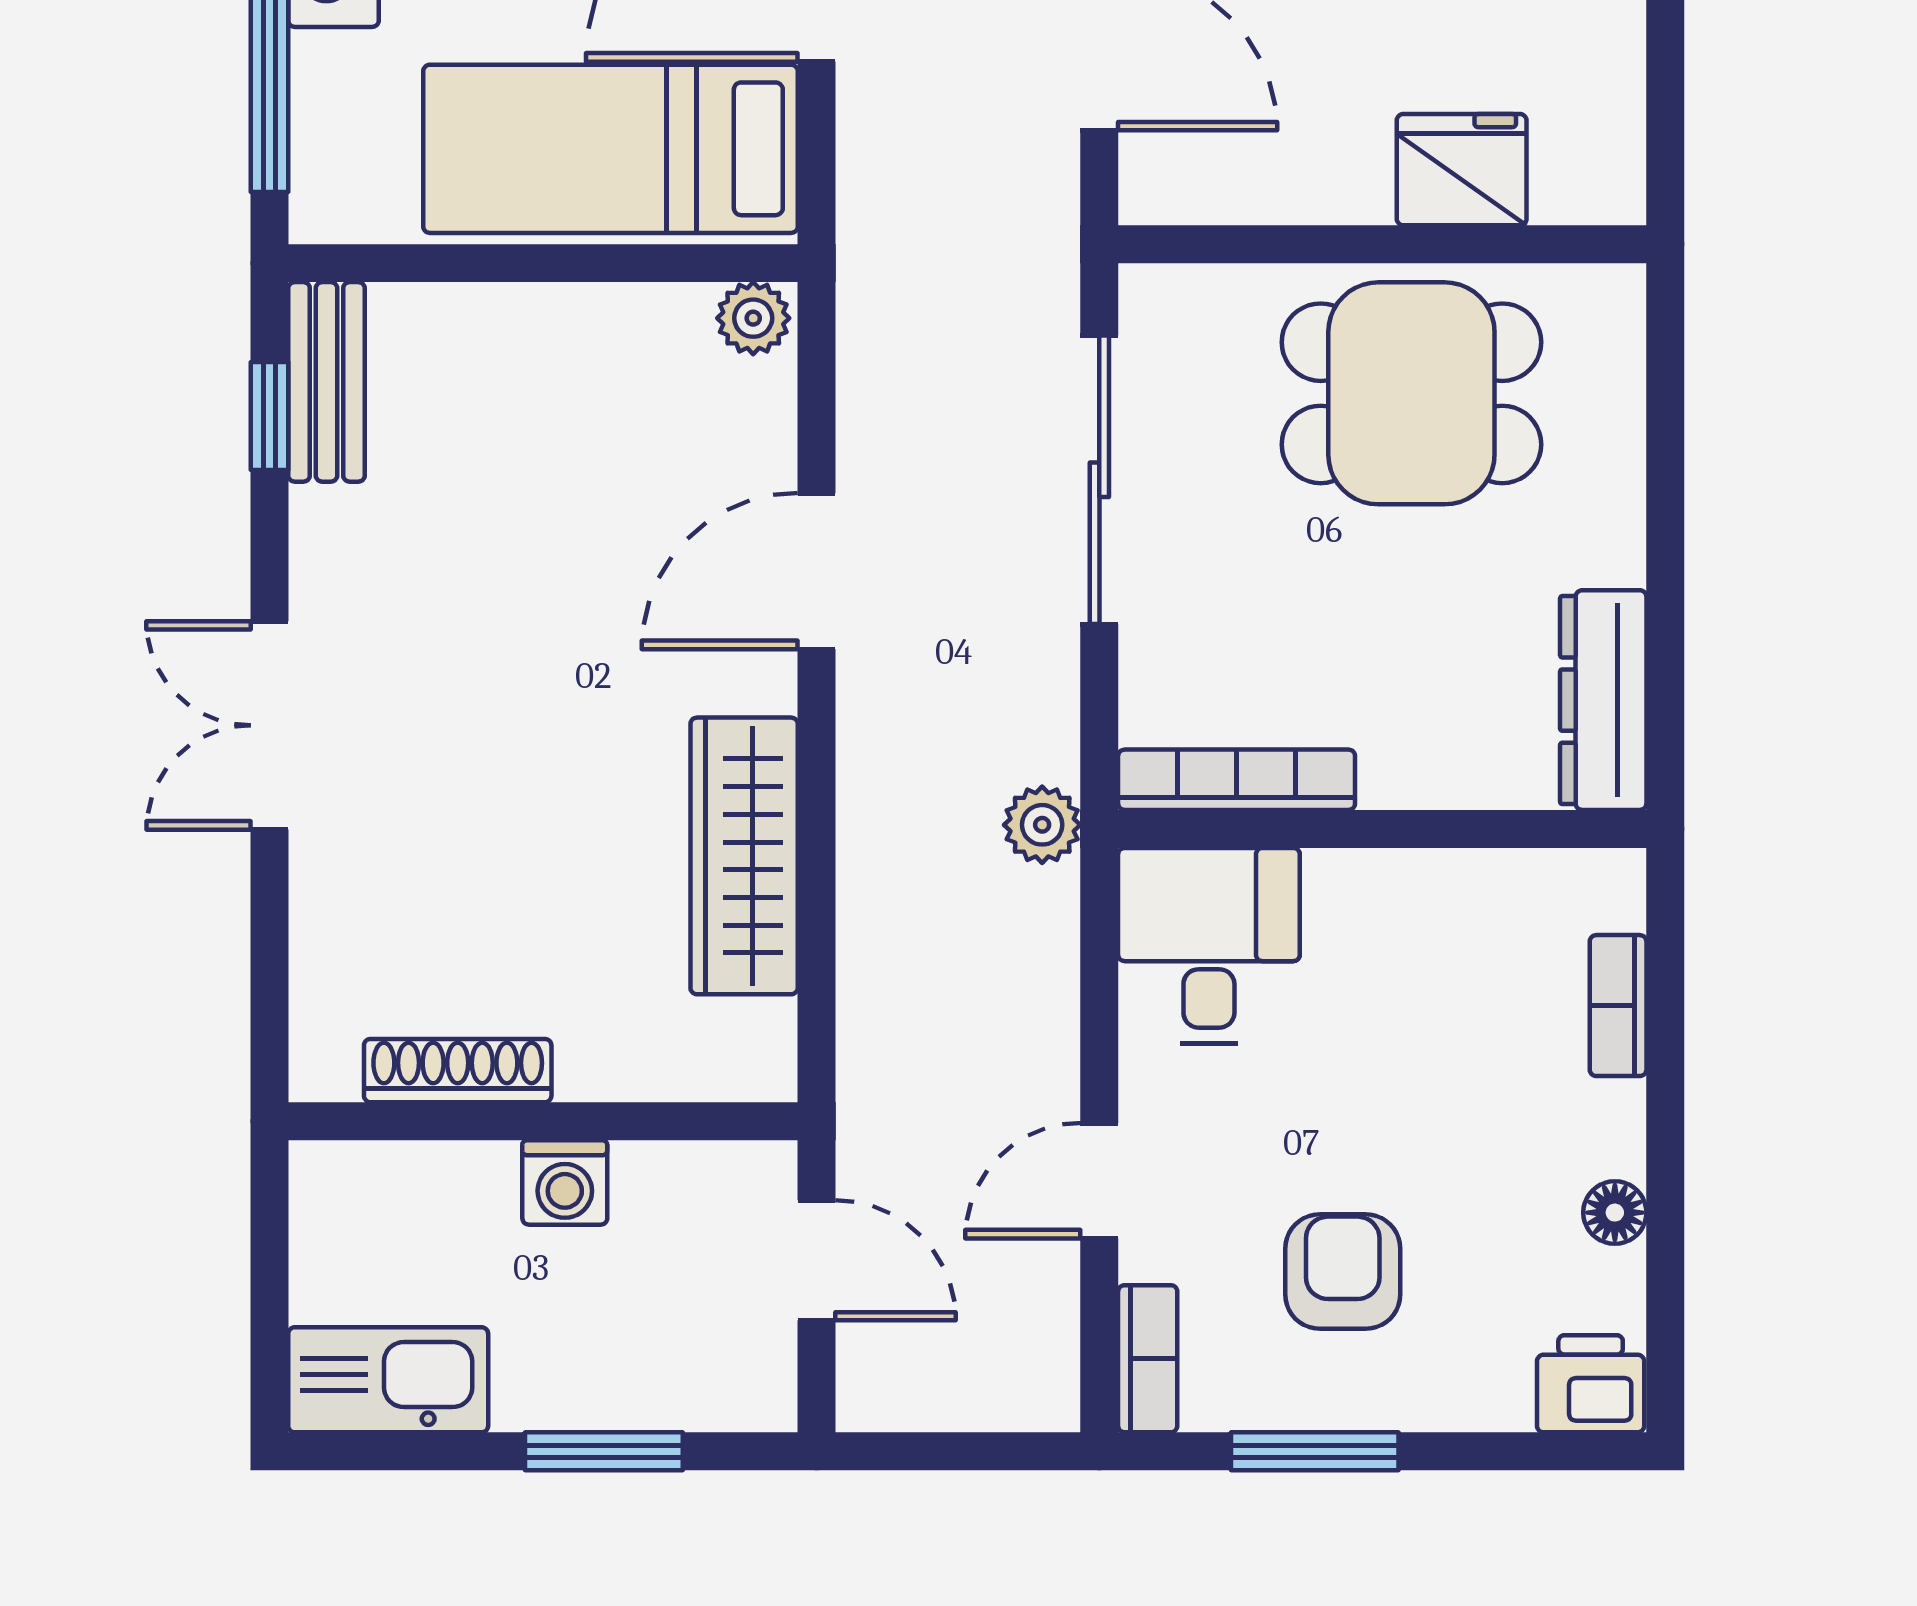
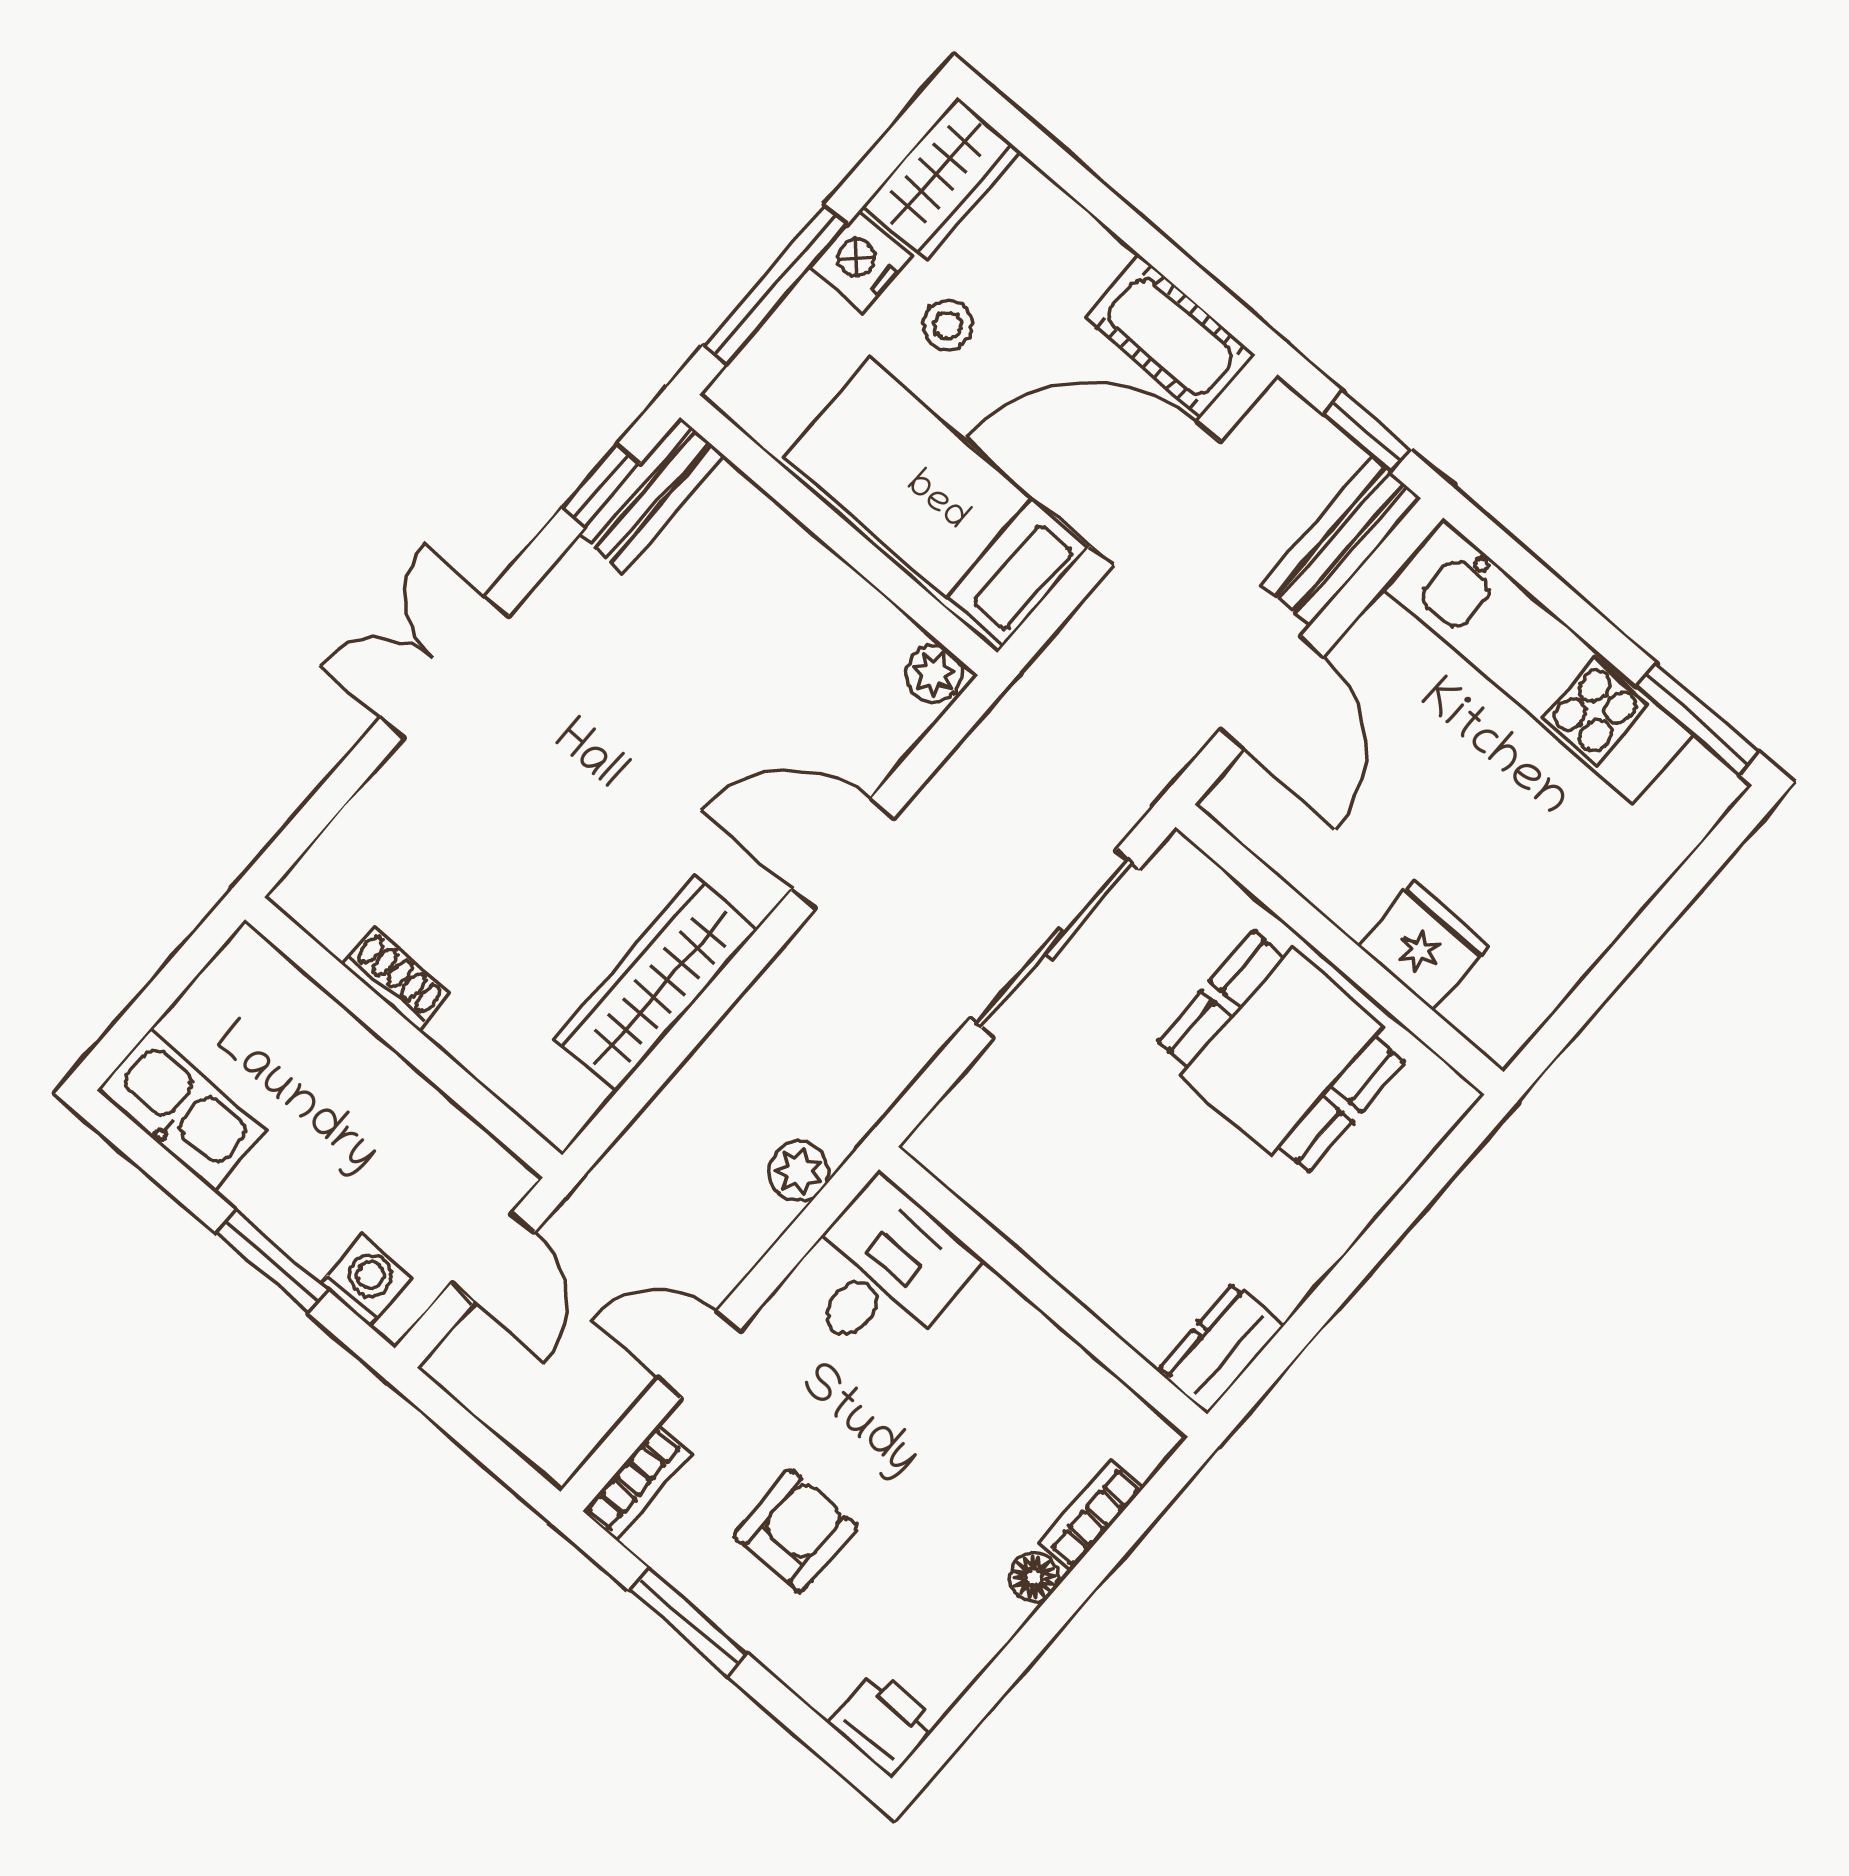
dresser: (1603, 700) -> (1221, 1348), width x0.70
bookcase: (1237, 780) -> (983, 1189), removed
plant: (1042, 825) -> (799, 1171), moved
shoe rack: (458, 1071) -> (396, 979), width x0.70
washing machine: (565, 1182) -> (366, 1280), moved, turned 180
floor lamp: (1615, 1213) -> (1034, 1577), moved

